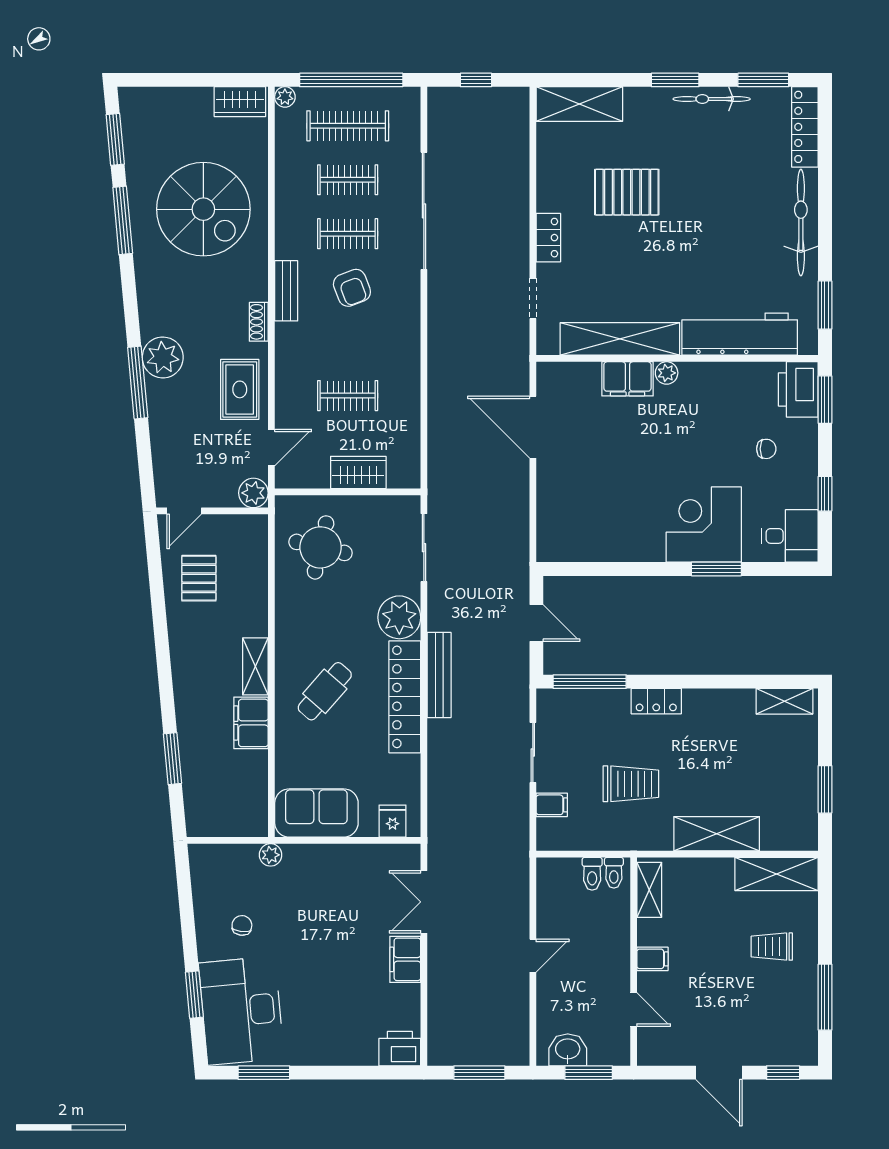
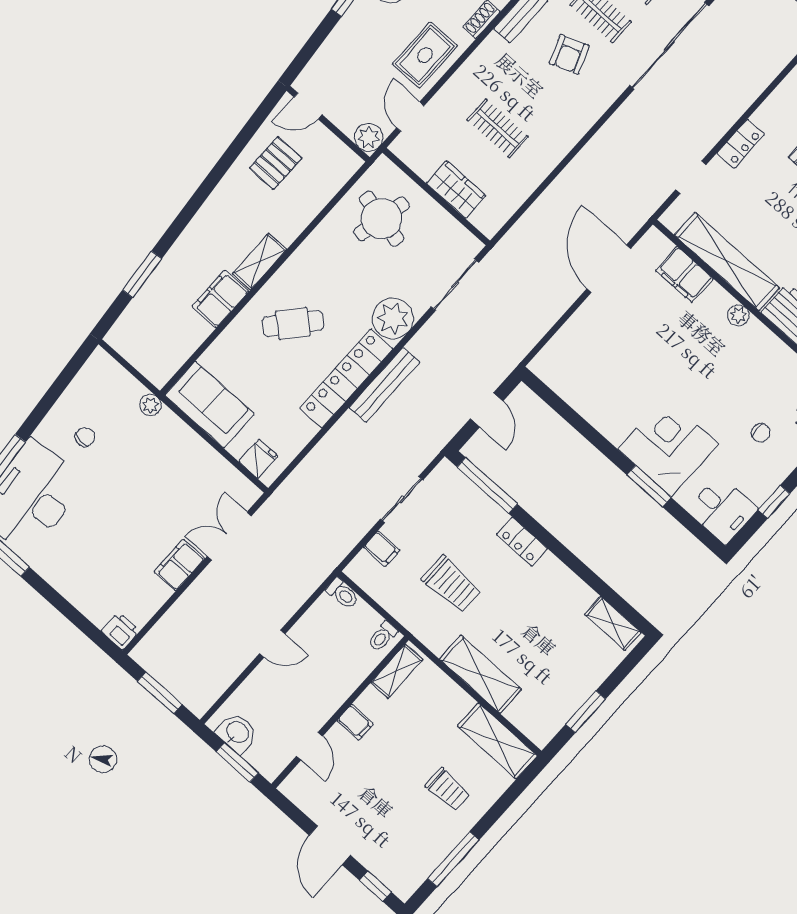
filing cabinet: (627, 379) -> (684, 274), moved
door: (271, 448) -> (410, 117), swing flipped
toilet: (592, 874) -> (342, 594), moved, turned -90
trolley: (772, 947) -> (448, 789), turned 180
printer: (400, 1049) -> (120, 631), width x0.73, depth x0.81

